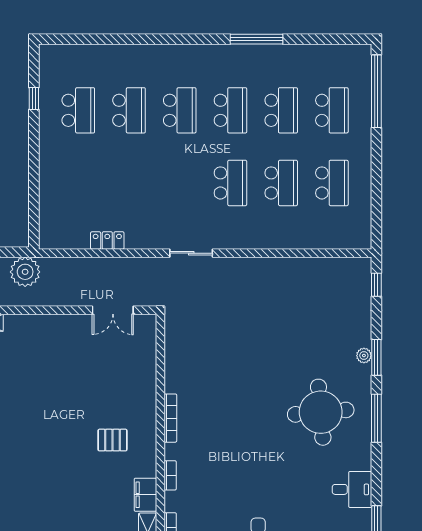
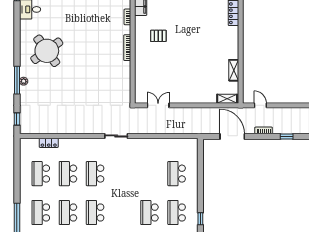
school desk: (180, 110) -> (177, 174), moved
locker: (107, 241) -> (49, 143), moved
plant: (25, 272) -> (205, 126), removed
window: (376, 357) -> (17, 80), width x1.44
round table: (321, 412) -> (47, 51), turned -31
window: (376, 418) -> (17, 48), removed

